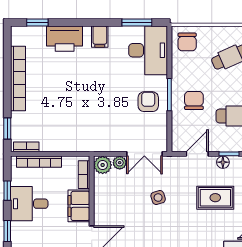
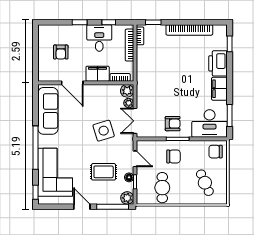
filing cabinet: (100, 37) -> (219, 89), width x2.00
side table: (158, 198) -> (104, 131), width x1.87, depth x1.87
rug: (215, 198) -> (104, 172), turned 90

